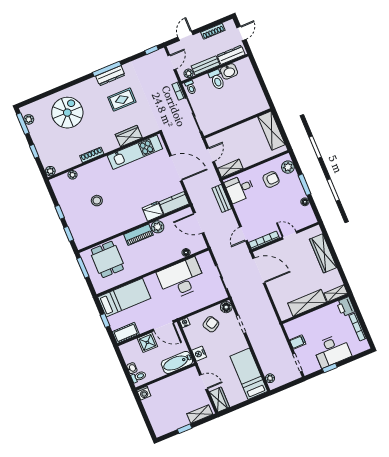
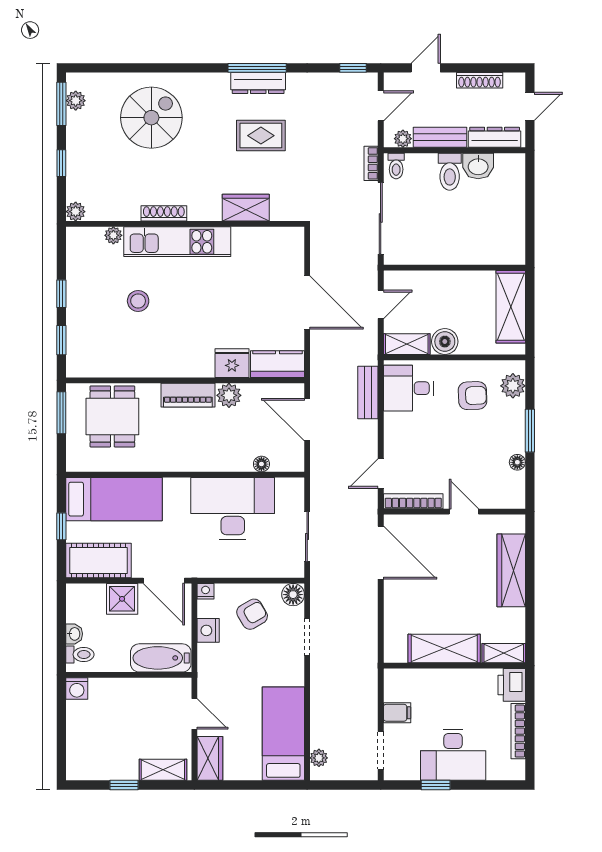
kitchen unit: (135, 152) -> (177, 242), moved
boiler: (248, 160) -> (445, 342), added
cot: (126, 333) -> (99, 560), width x1.37, depth x1.34
nightstand: (199, 354) -> (208, 630), moved

